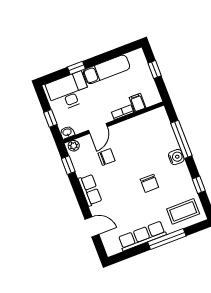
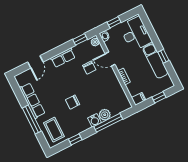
window: (76, 68) -> (163, 56), moved
filing cabinet: (138, 103) -> (139, 99), moved
plant: (170, 143) -> (105, 115), added

